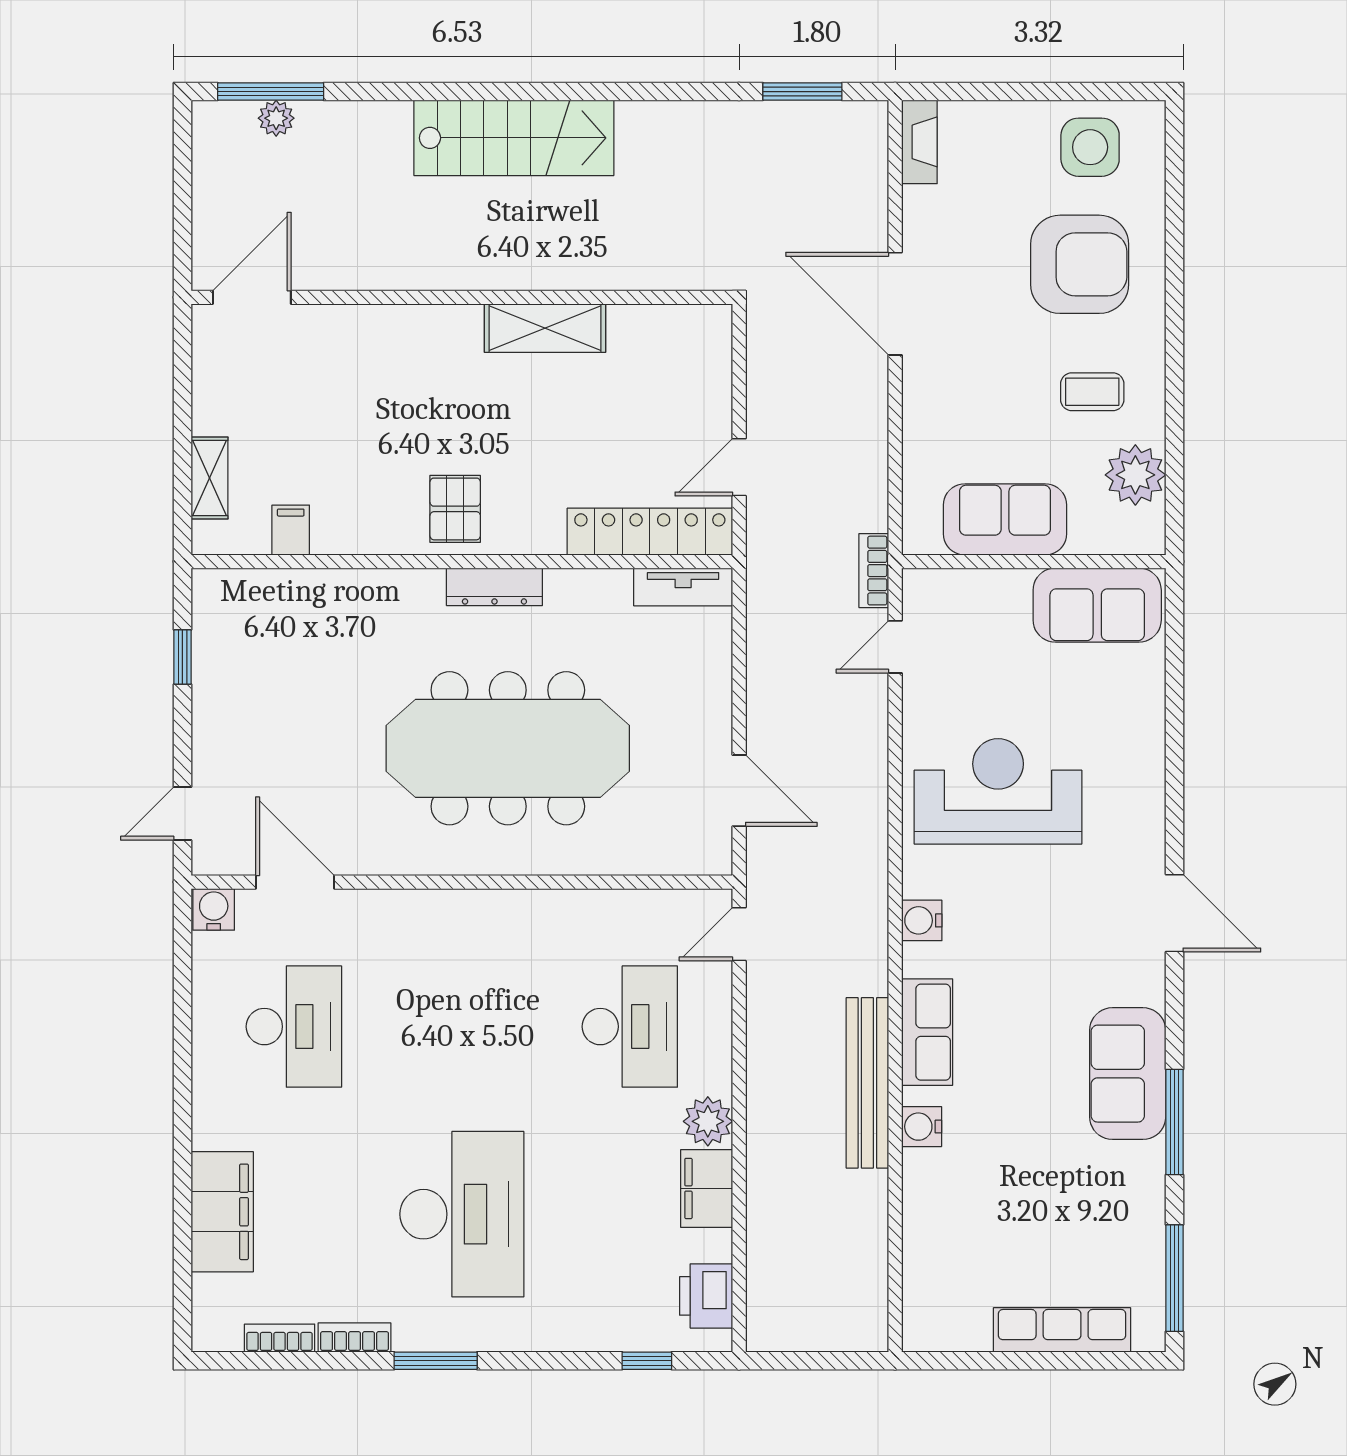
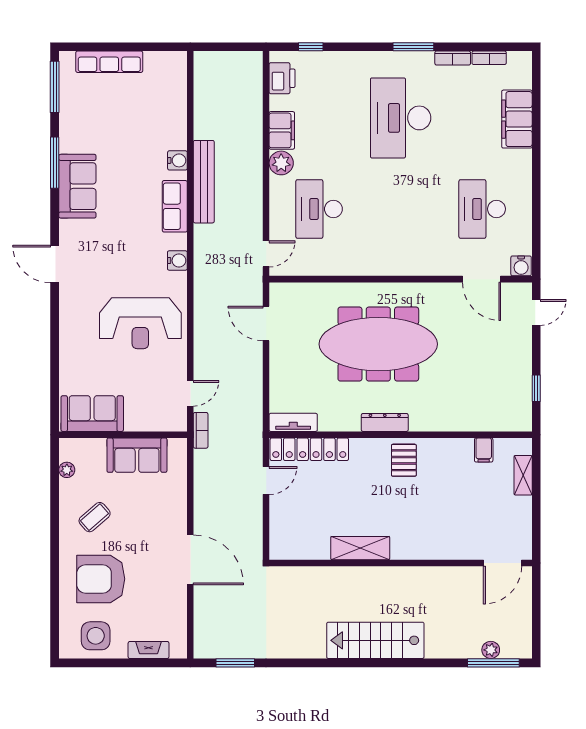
fireplace: (919, 142) -> (149, 650), moved, turned 90
coffee table: (1092, 392) -> (95, 517), turned -41
plant: (1135, 475) -> (67, 470), width x0.53, depth x0.53

